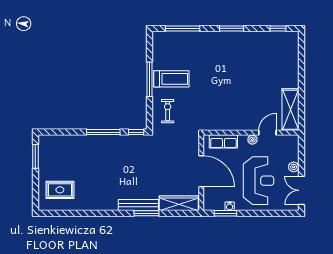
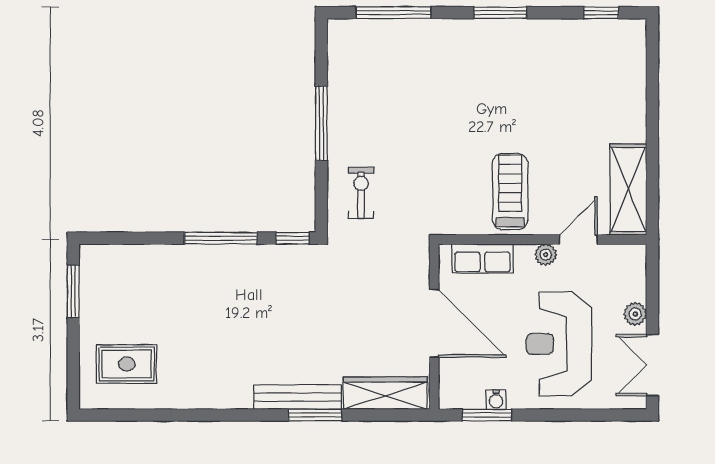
treadmill: (171, 79) -> (510, 192), moved, turned -90
reception desk: (259, 181) -> (559, 344), turned 180

